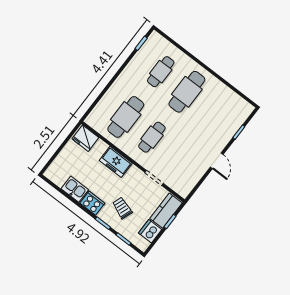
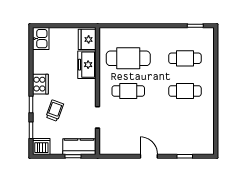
cafe table: (187, 92) -> (185, 91), width x0.73, depth x0.74
door: (217, 161) -> (149, 156), swing flipped
freezer: (116, 162) -> (87, 65), moved
kitchen sink: (75, 189) -> (41, 39), moved
dishwasher: (150, 231) -> (41, 146), moved

